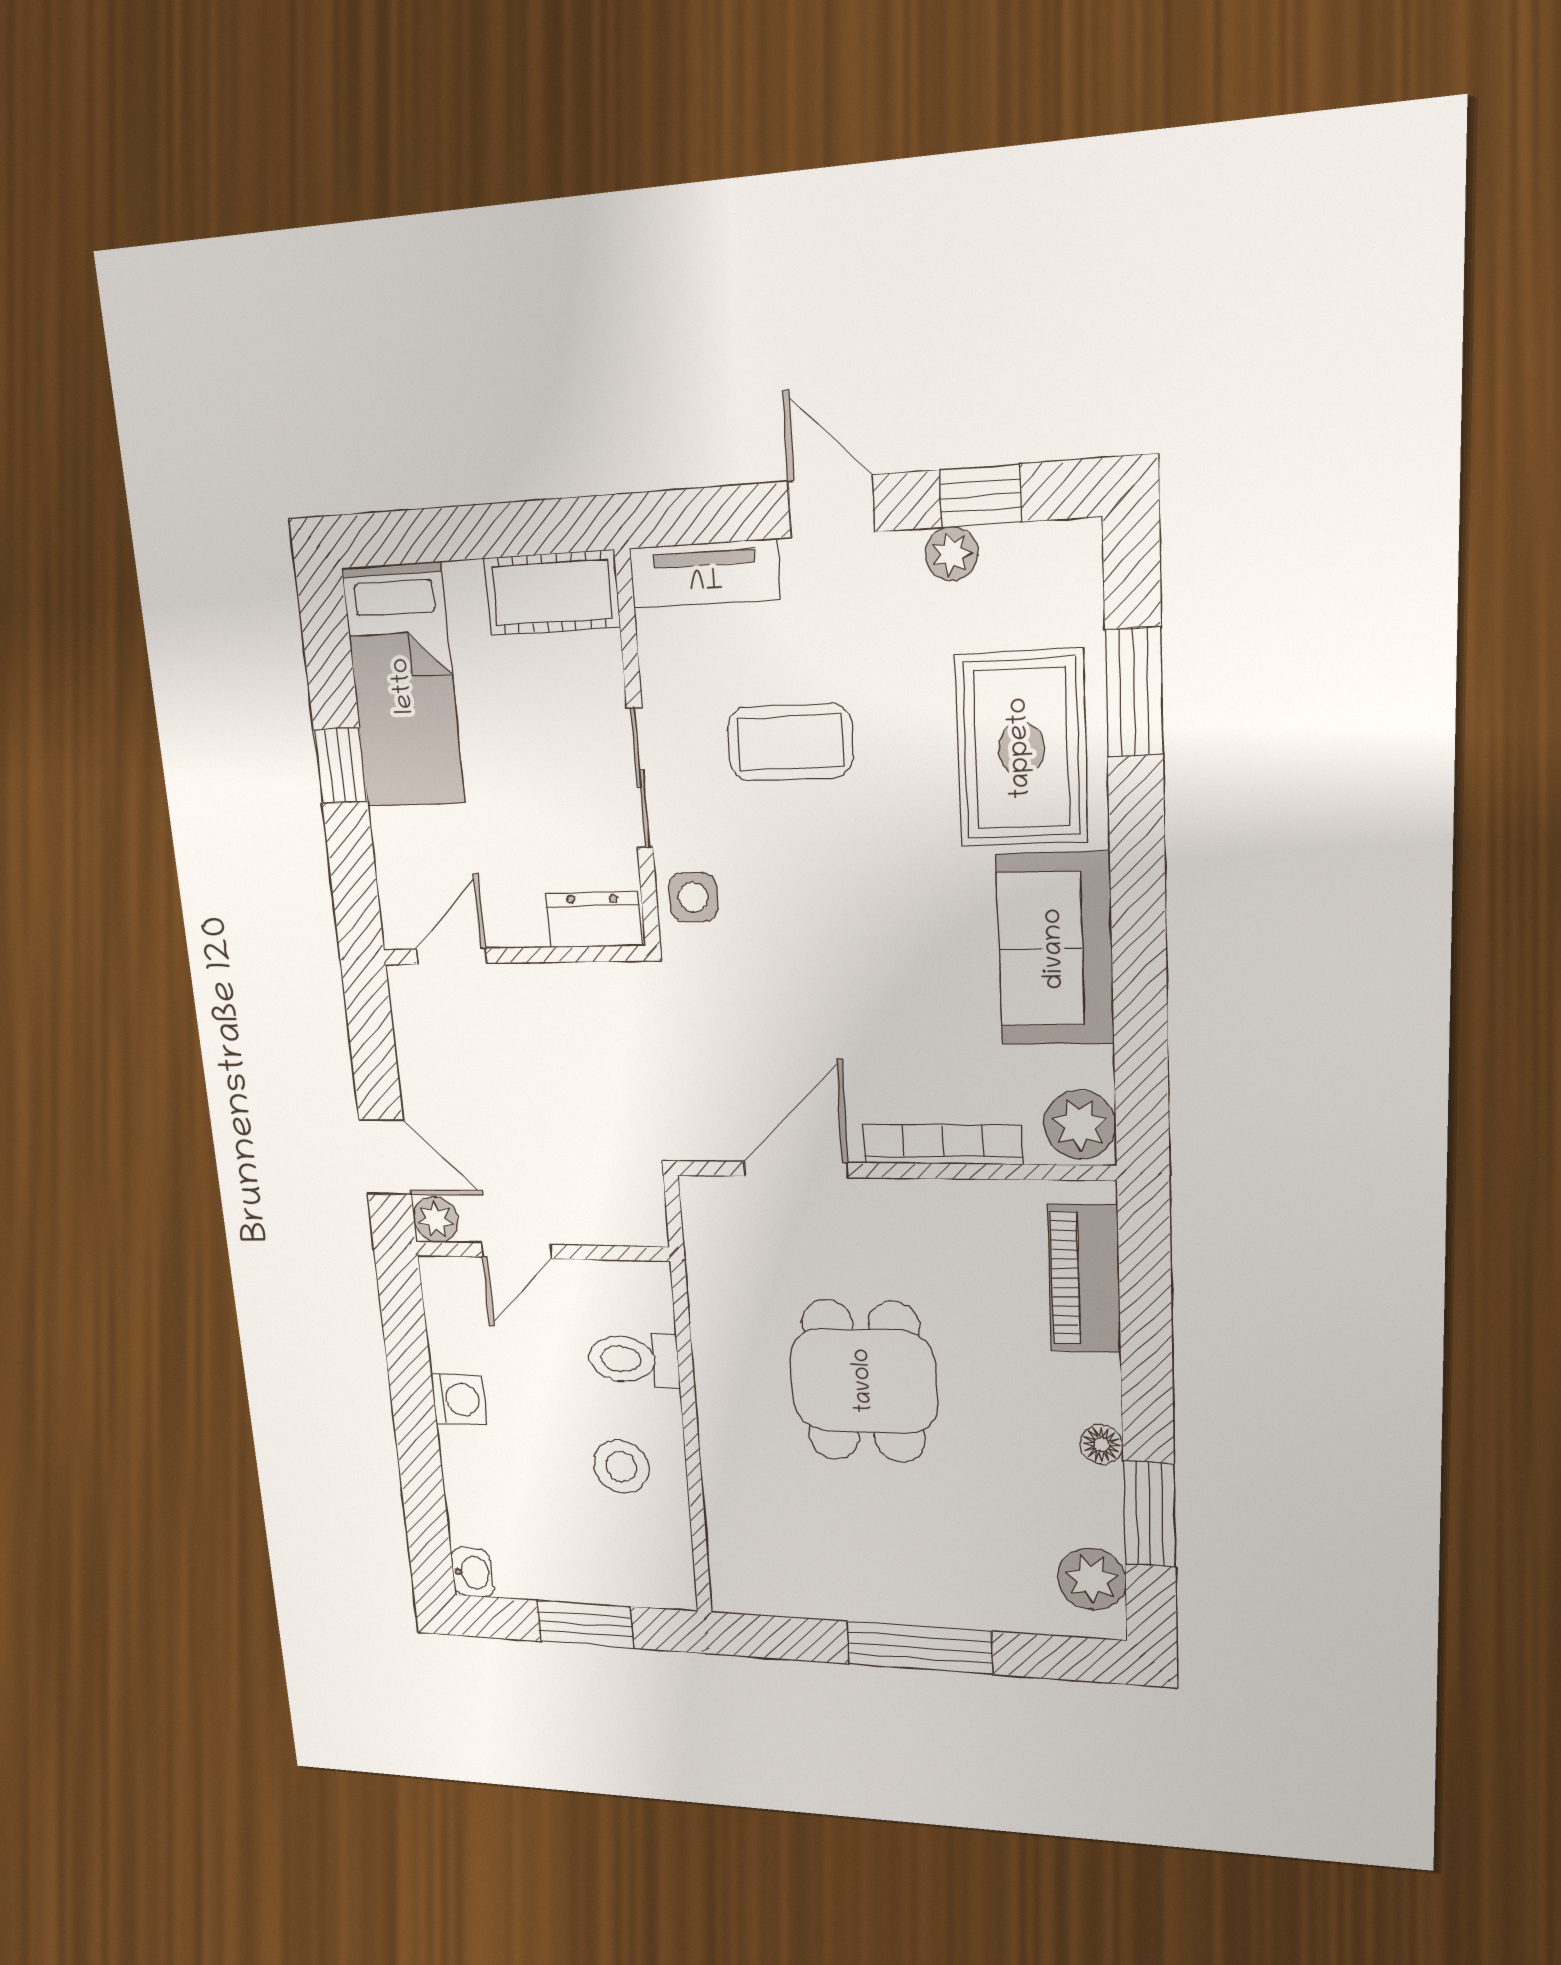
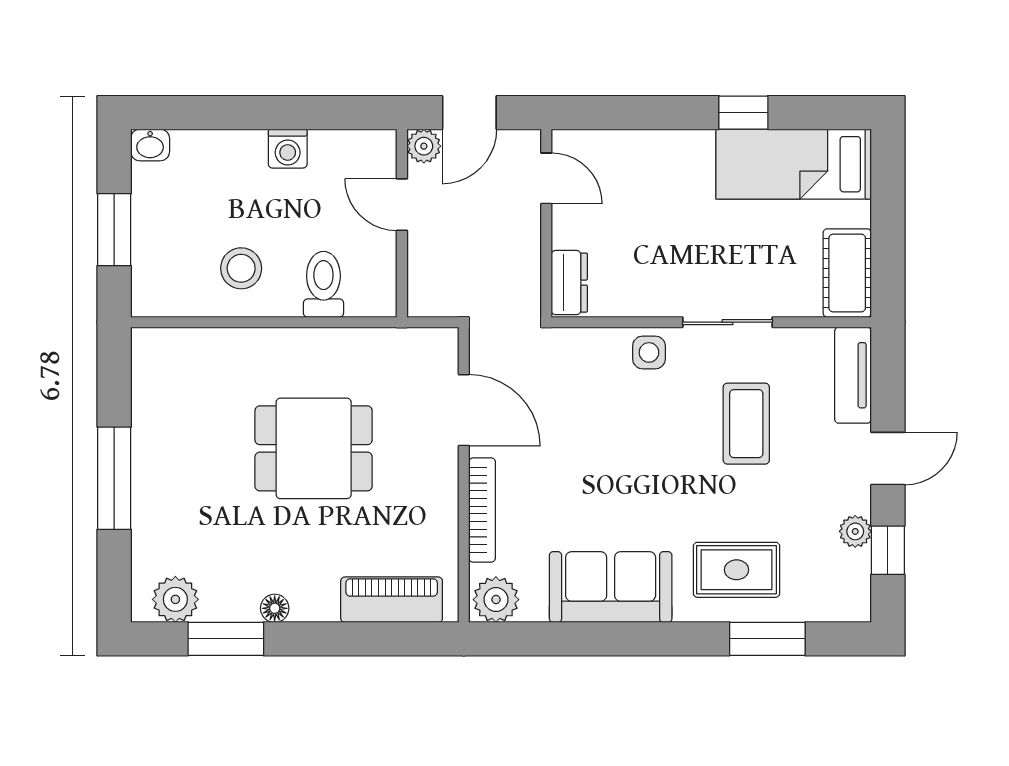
rug: (1021, 748) -> (736, 570), width x0.73, depth x0.70
dresser: (594, 920) -> (569, 283), moved
wall: (513, 955) -> (546, 223), moved
door: (451, 956) -> (546, 178), moved

